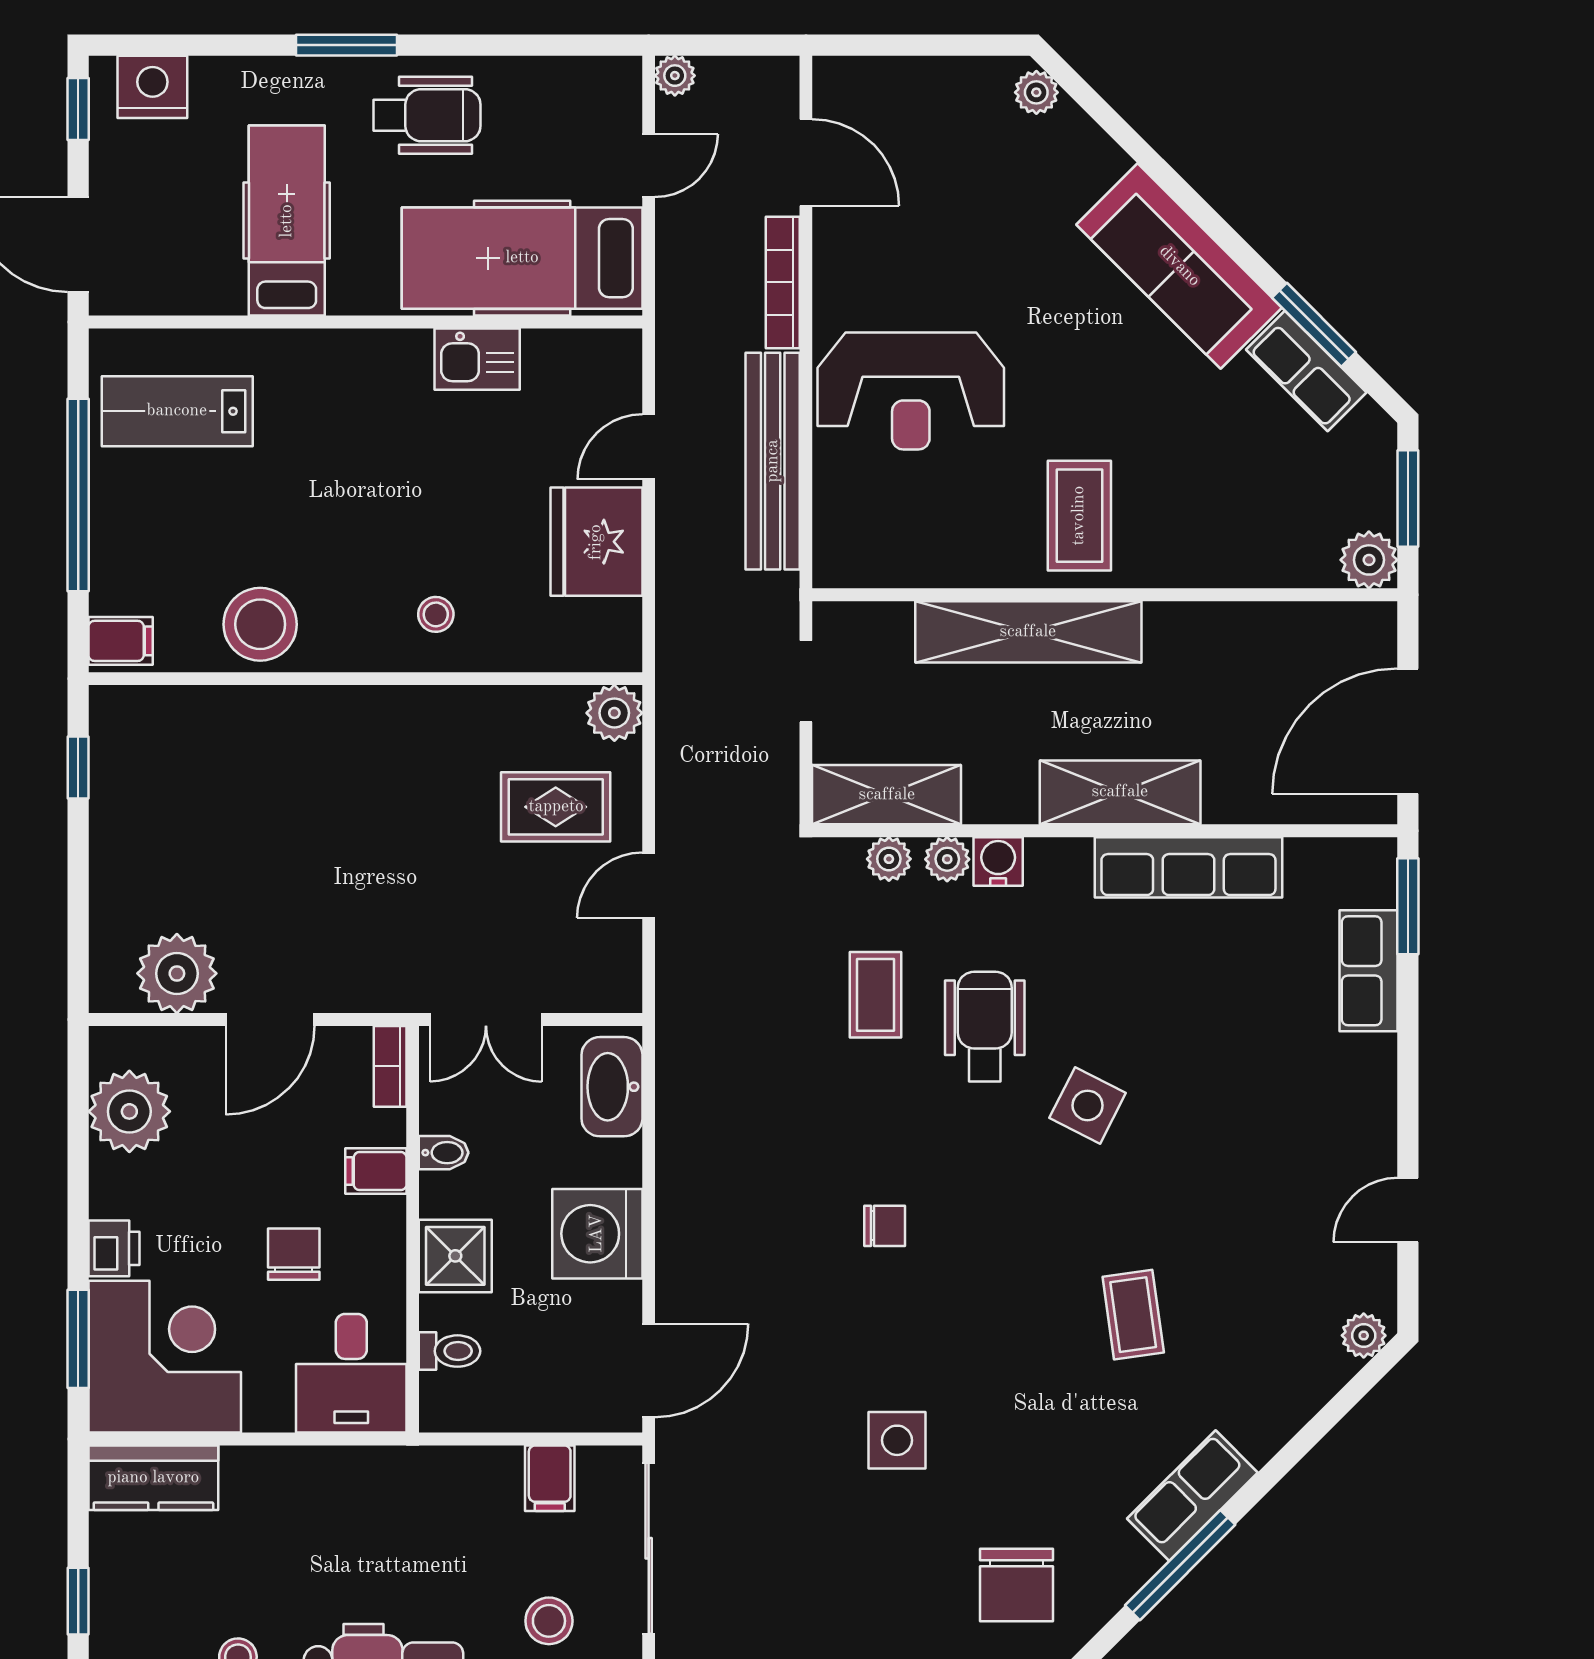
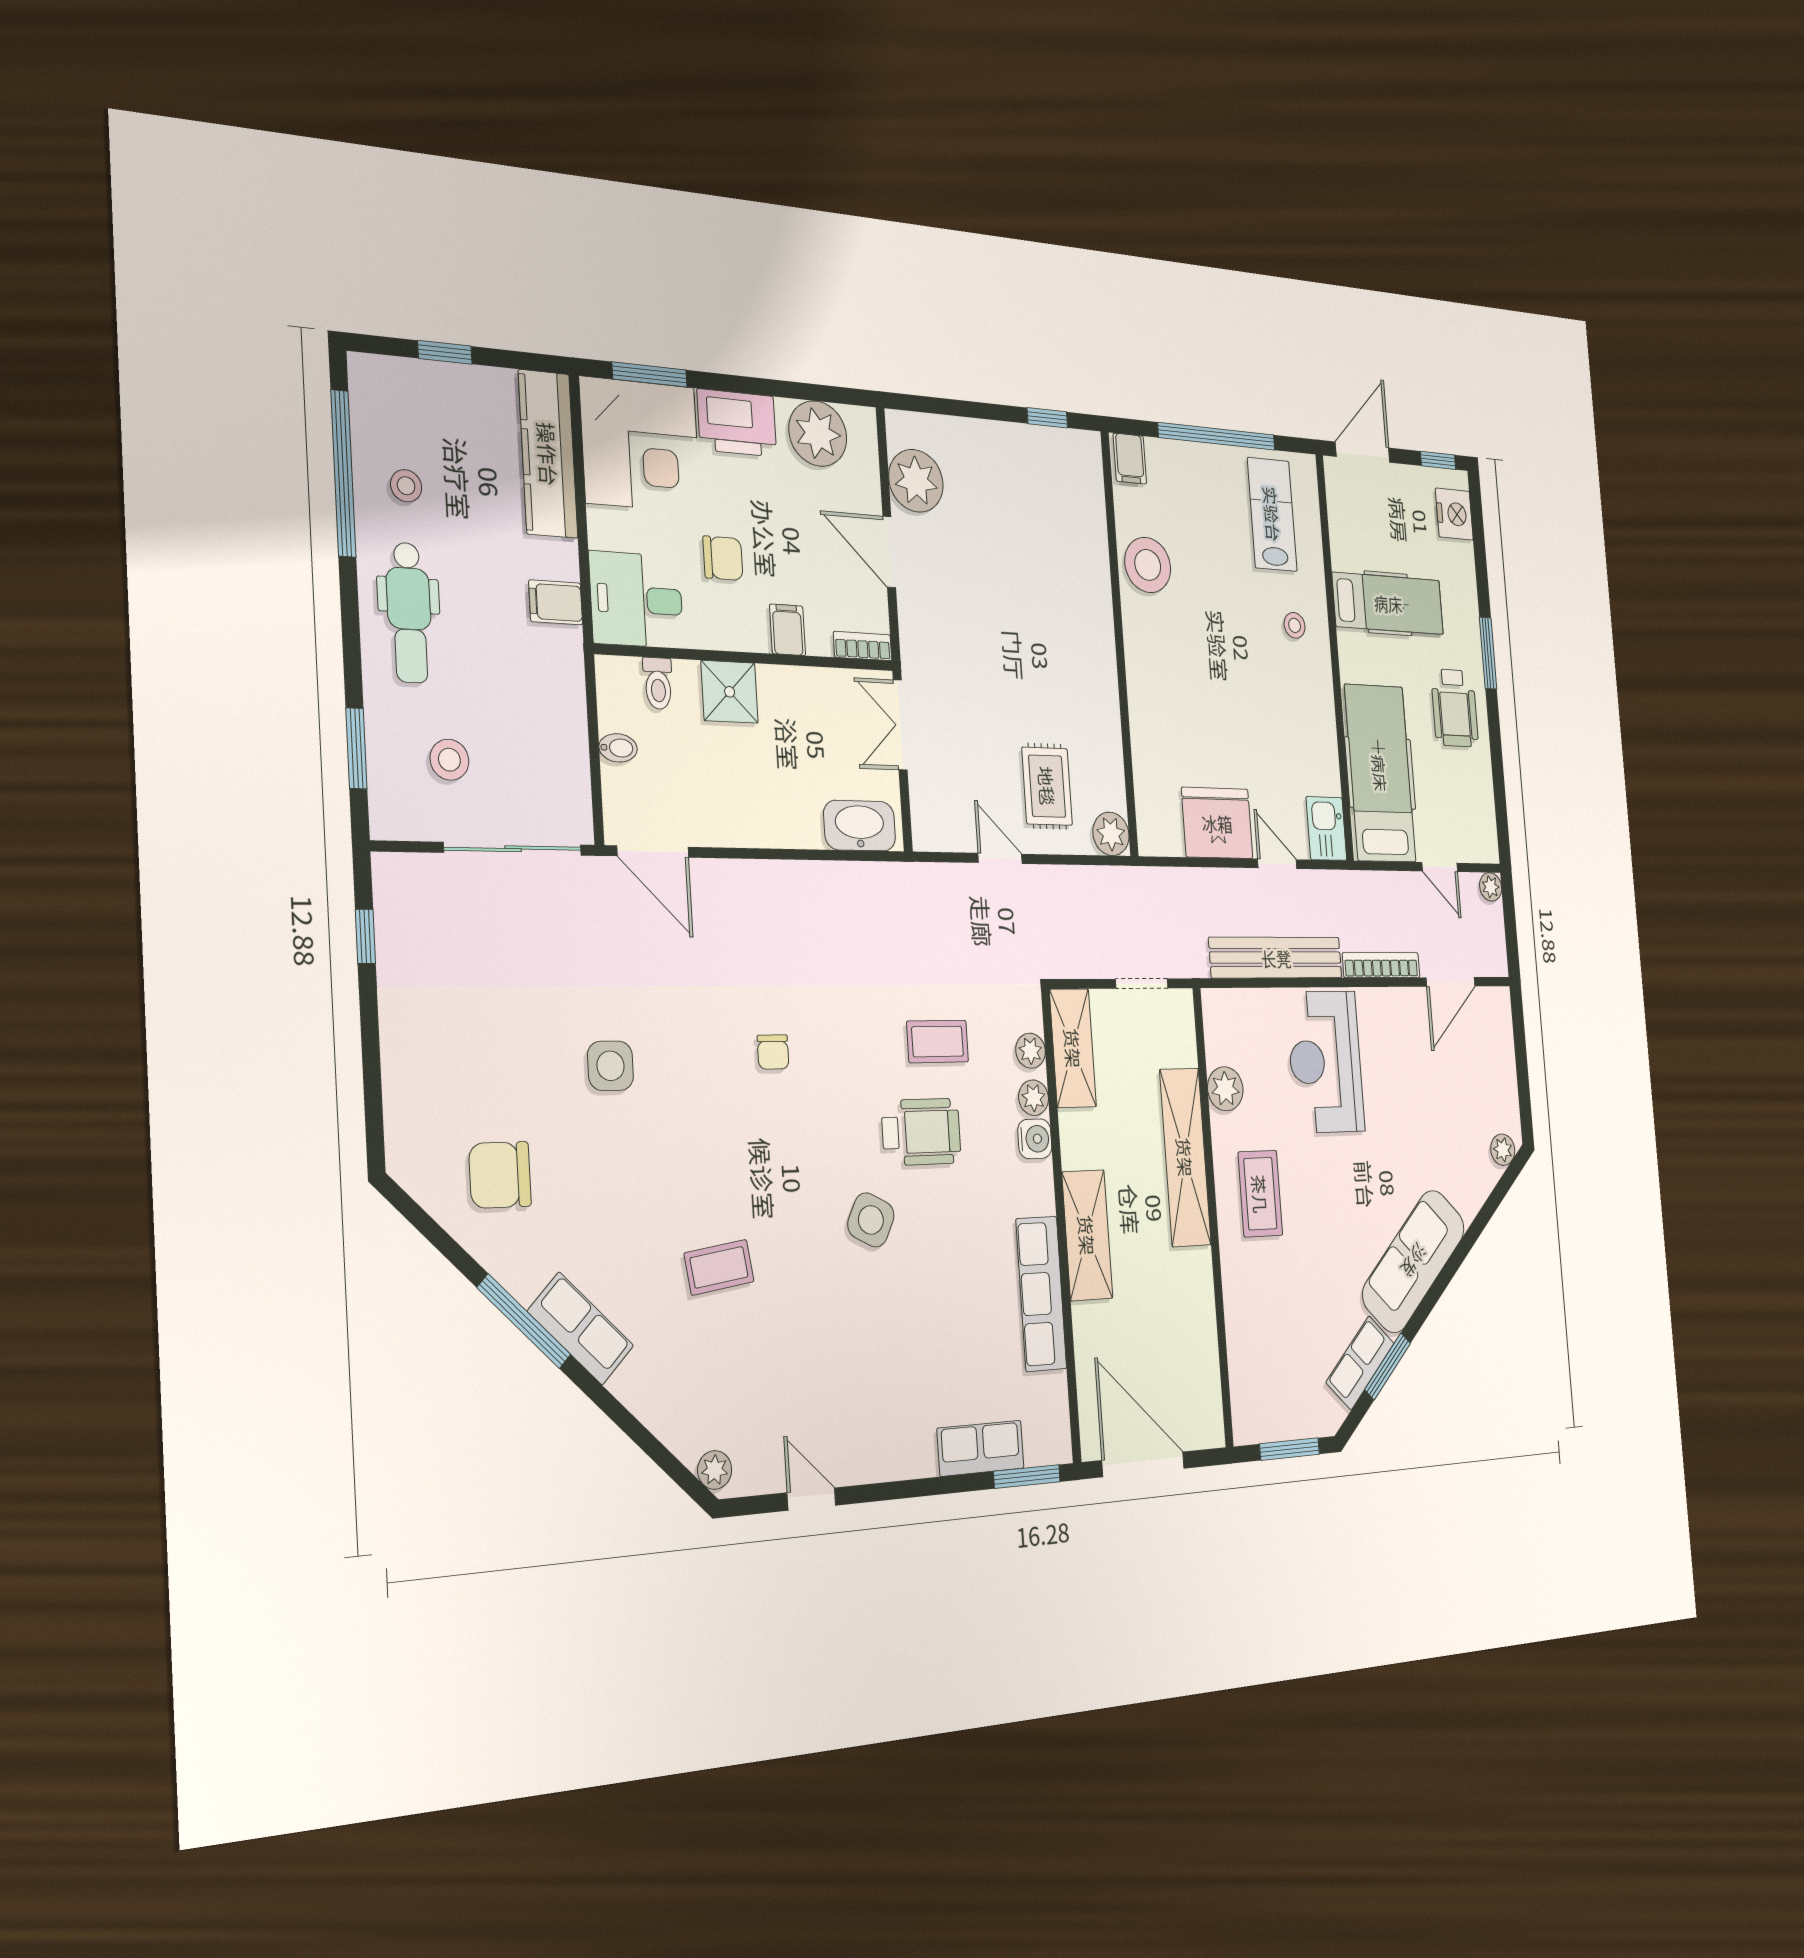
kitchen sink: (477, 359) -> (1326, 829), moved
coffee table: (1079, 516) -> (1260, 1194), turned 90
plant: (1369, 560) -> (1225, 1089), moved
stool: (436, 614) -> (1295, 625), moved
bidet: (444, 1153) -> (618, 748), moved, turned -90
washing machine: (597, 1234) -> (753, 811), removed
printer: (114, 1248) -> (737, 423), width x1.87, depth x1.48
kitchen counter: (153, 1478) -> (548, 454), width x1.50
filing cabinet: (550, 1478) -> (556, 602), moved

